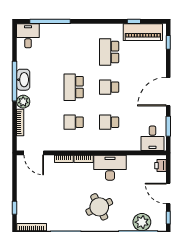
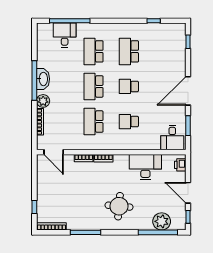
piano: (143, 32) -> (163, 31), removed
desk: (28, 36) -> (65, 35), moved
school desk: (74, 52) -> (93, 51), added
school desk: (74, 122) -> (93, 122), width x1.85
desk: (110, 168) -> (145, 167), moved
round table: (99, 207) -> (119, 206), turned 31

